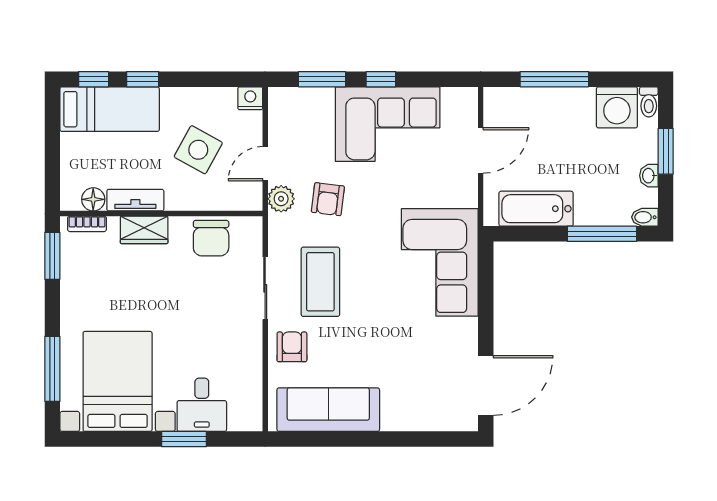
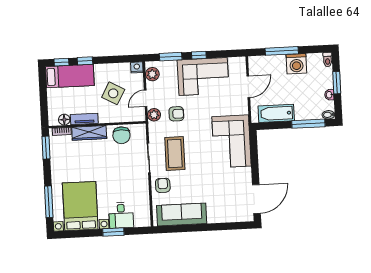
washing machine: (617, 107) -> (296, 64), moved
plant: (282, 114) -> (152, 74), added
armchair: (328, 199) -> (176, 114), turned -97
wardrobe: (144, 230) -> (89, 133), width x1.50

